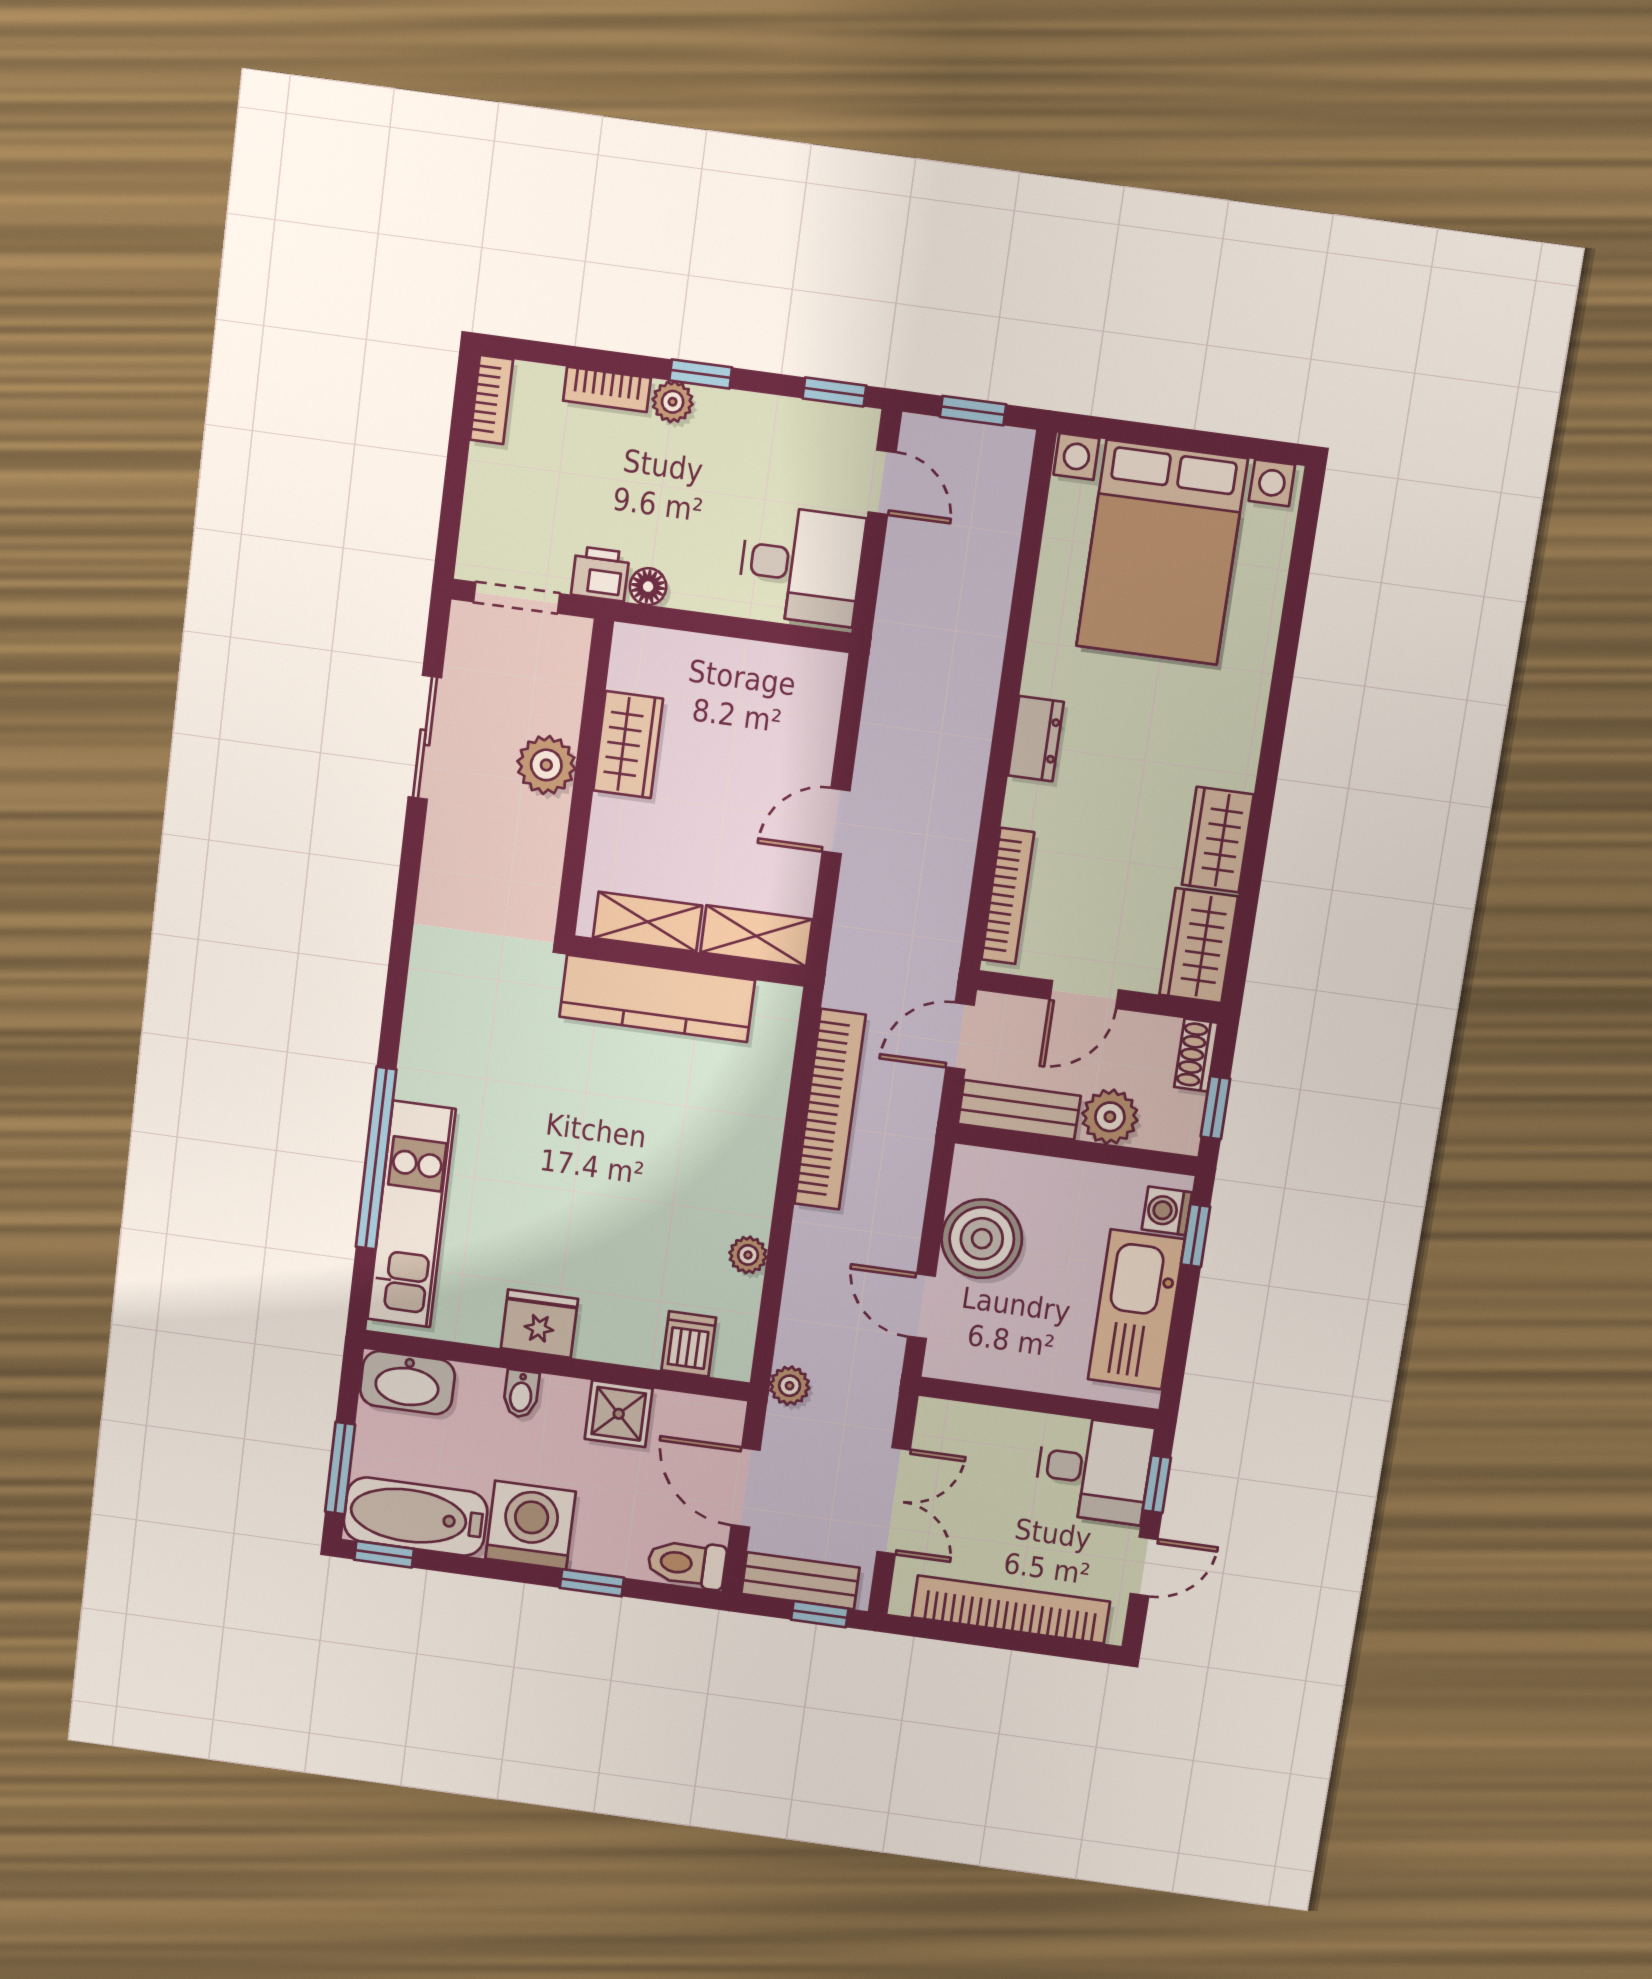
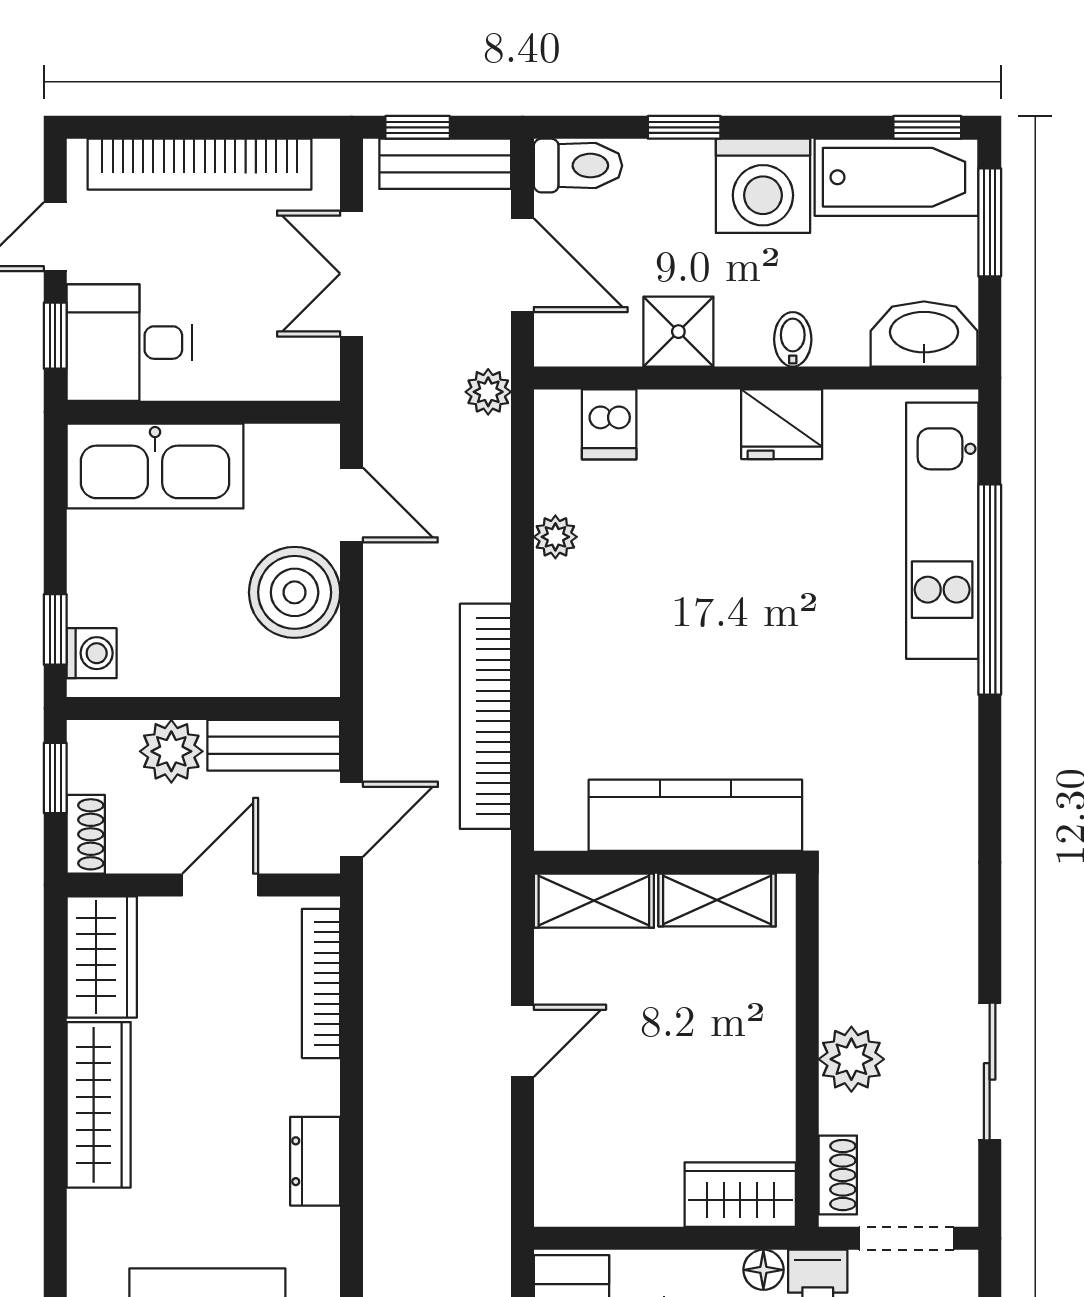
shoe rack: (571, 663) -> (838, 1175), added
wardrobe: (628, 745) -> (740, 1195), moved, turned 90
wardrobe: (1218, 840) -> (99, 1105), width x1.50
kitchen sink: (1136, 1309) -> (155, 466), moved, turned 90

